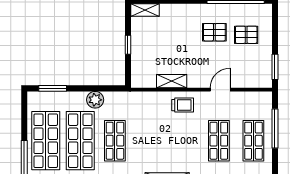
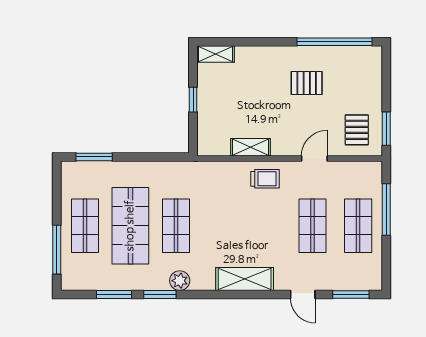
pallet: (246, 35) -> (357, 130), moved, turned 90
plant: (95, 100) -> (150, 172), removed
shop shelf: (46, 141) -> (85, 226), width x0.70, depth x0.74

